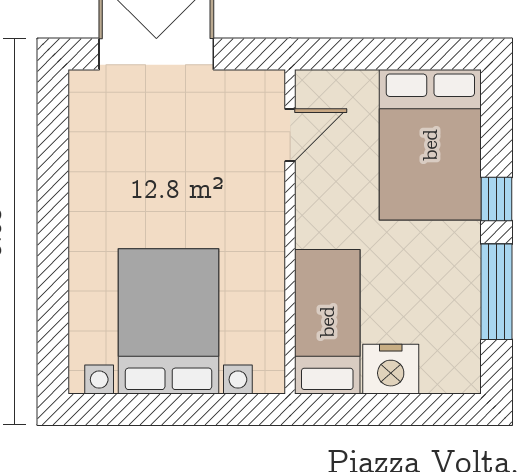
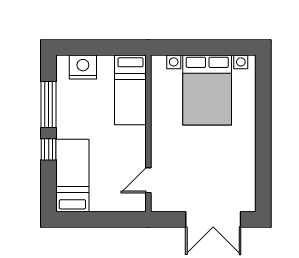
bed: (430, 145) -> (72, 176), width x0.67
nightstand: (391, 369) -> (83, 67), moved

